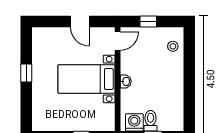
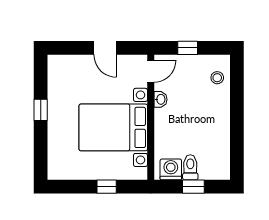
bed with nightstands: (87, 79) -> (113, 127), width x1.36
washbasin: (126, 81) -> (161, 99), moved

